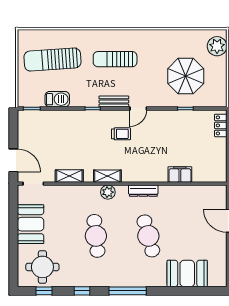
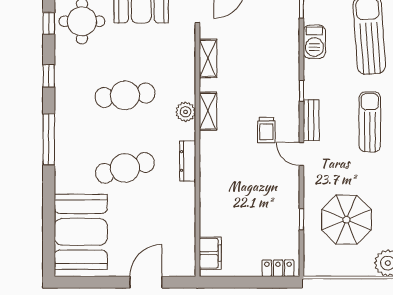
filing cabinet: (180, 174) -> (210, 253), moved
booth: (187, 273) -> (81, 232), width x1.36, depth x1.42

